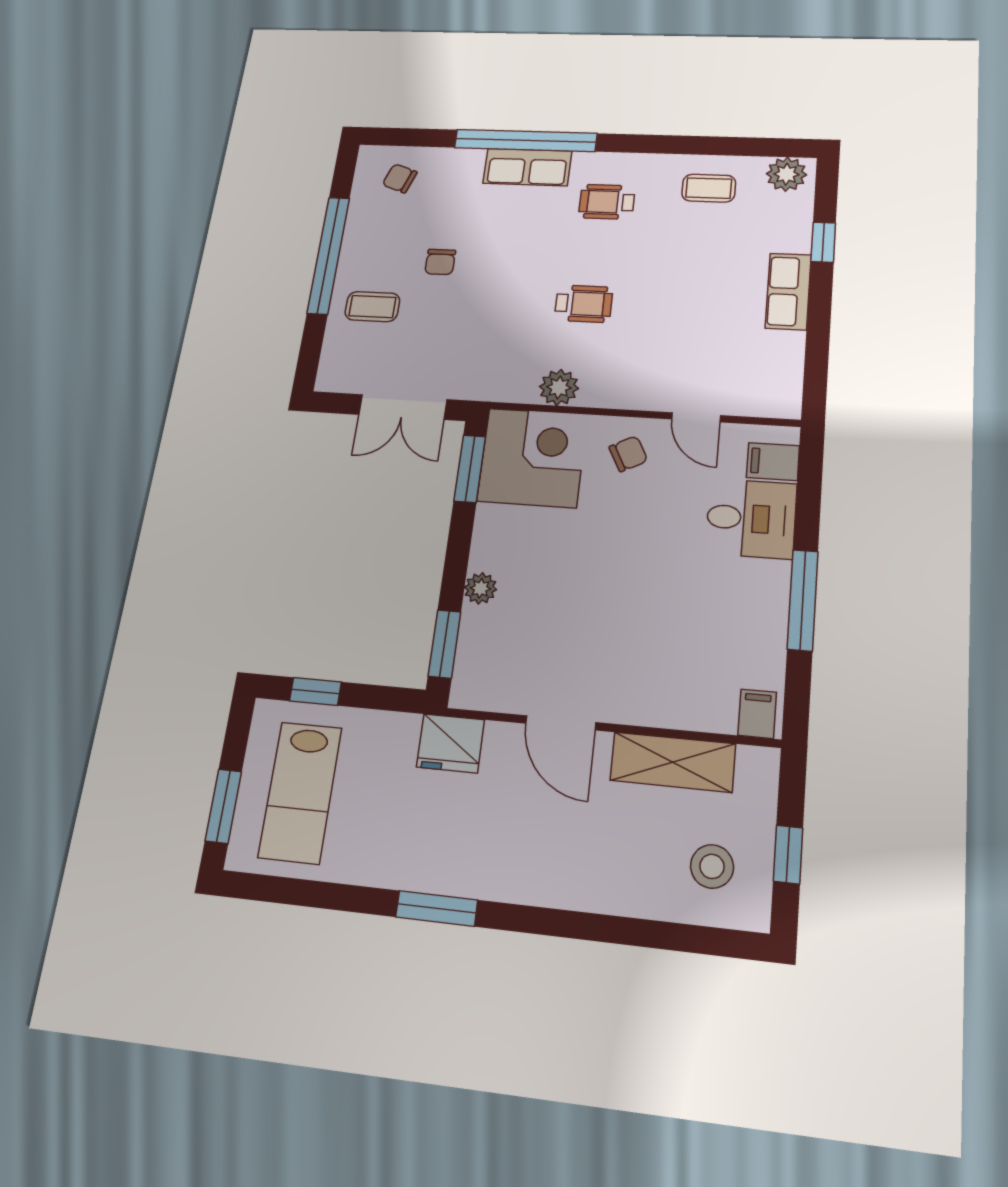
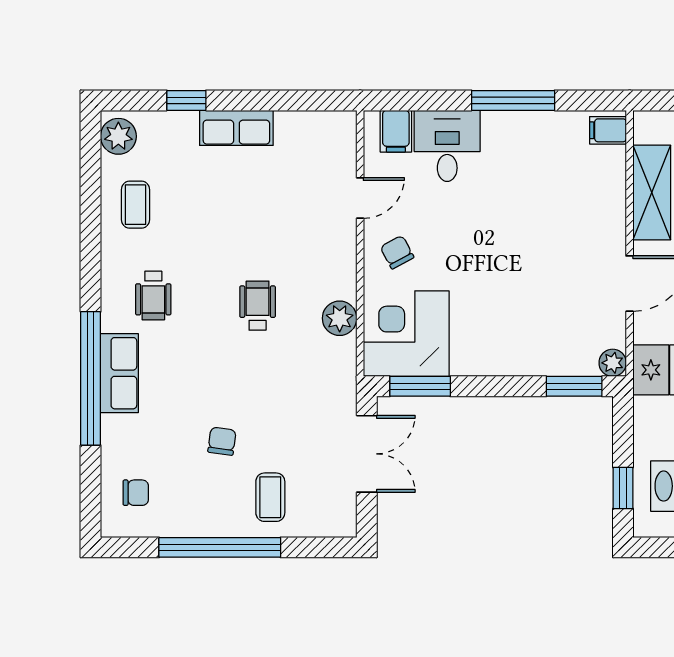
chair: (400, 178) -> (136, 493), turned -110
chair: (440, 262) -> (222, 441), turned -82
plant: (481, 588) -> (613, 363), moved

